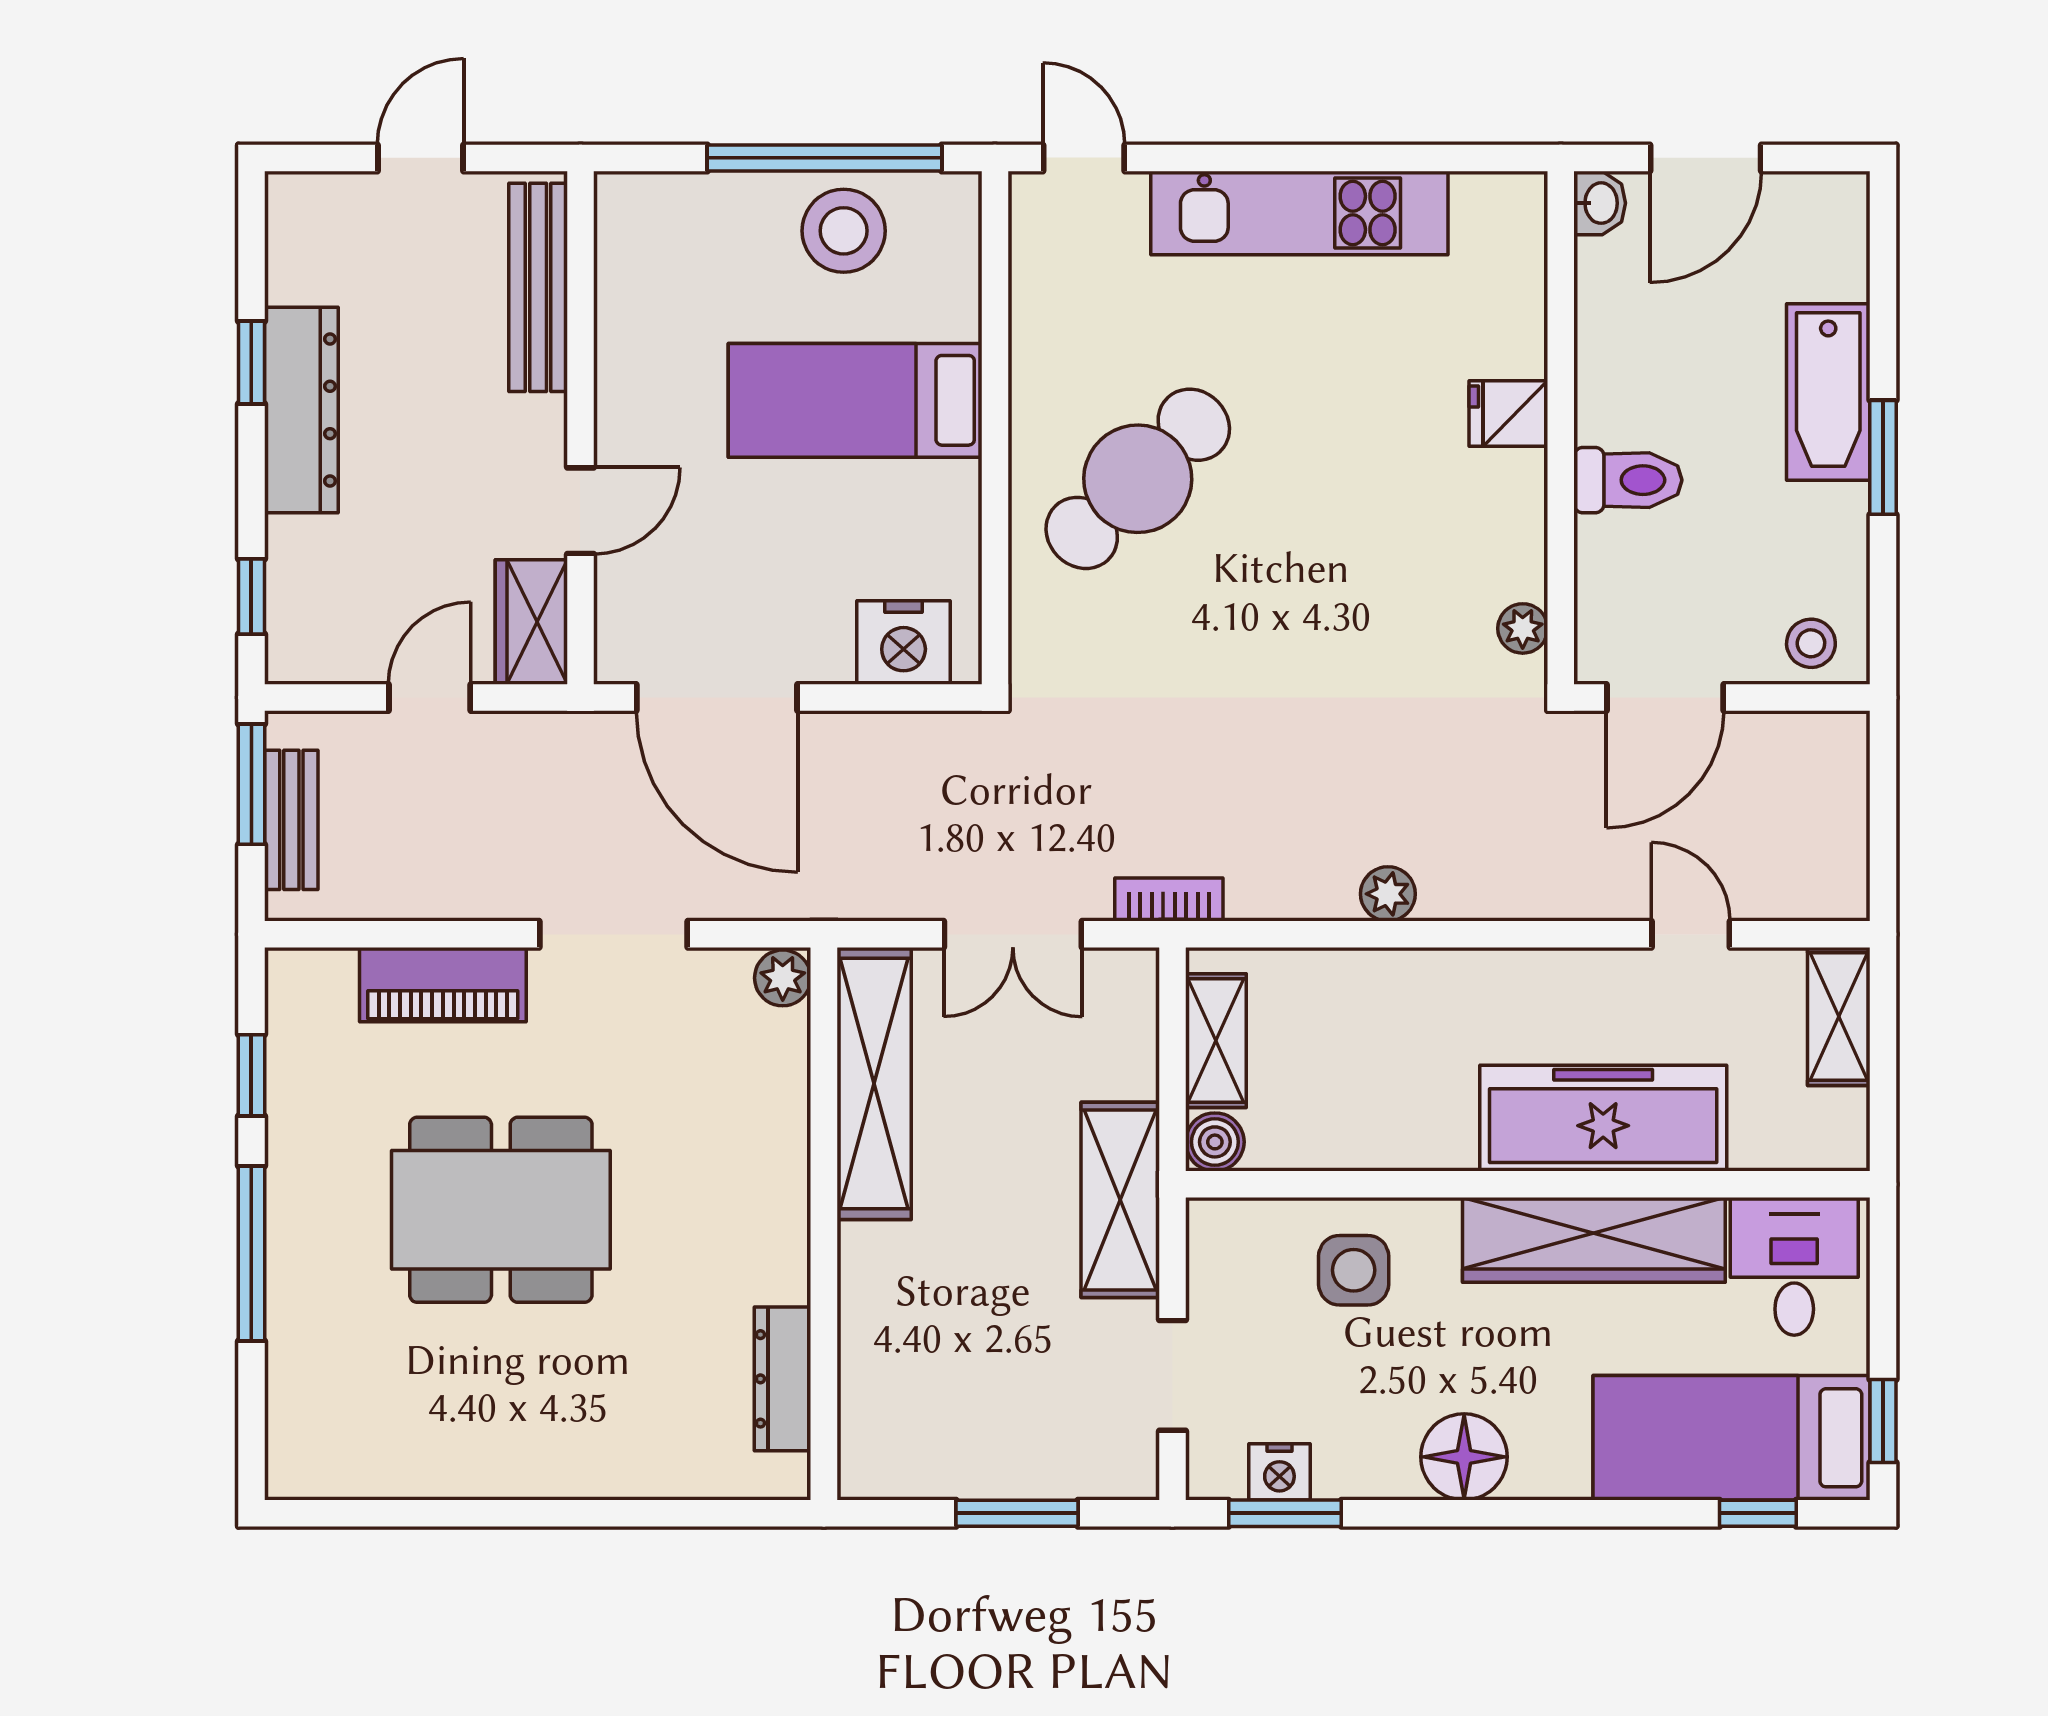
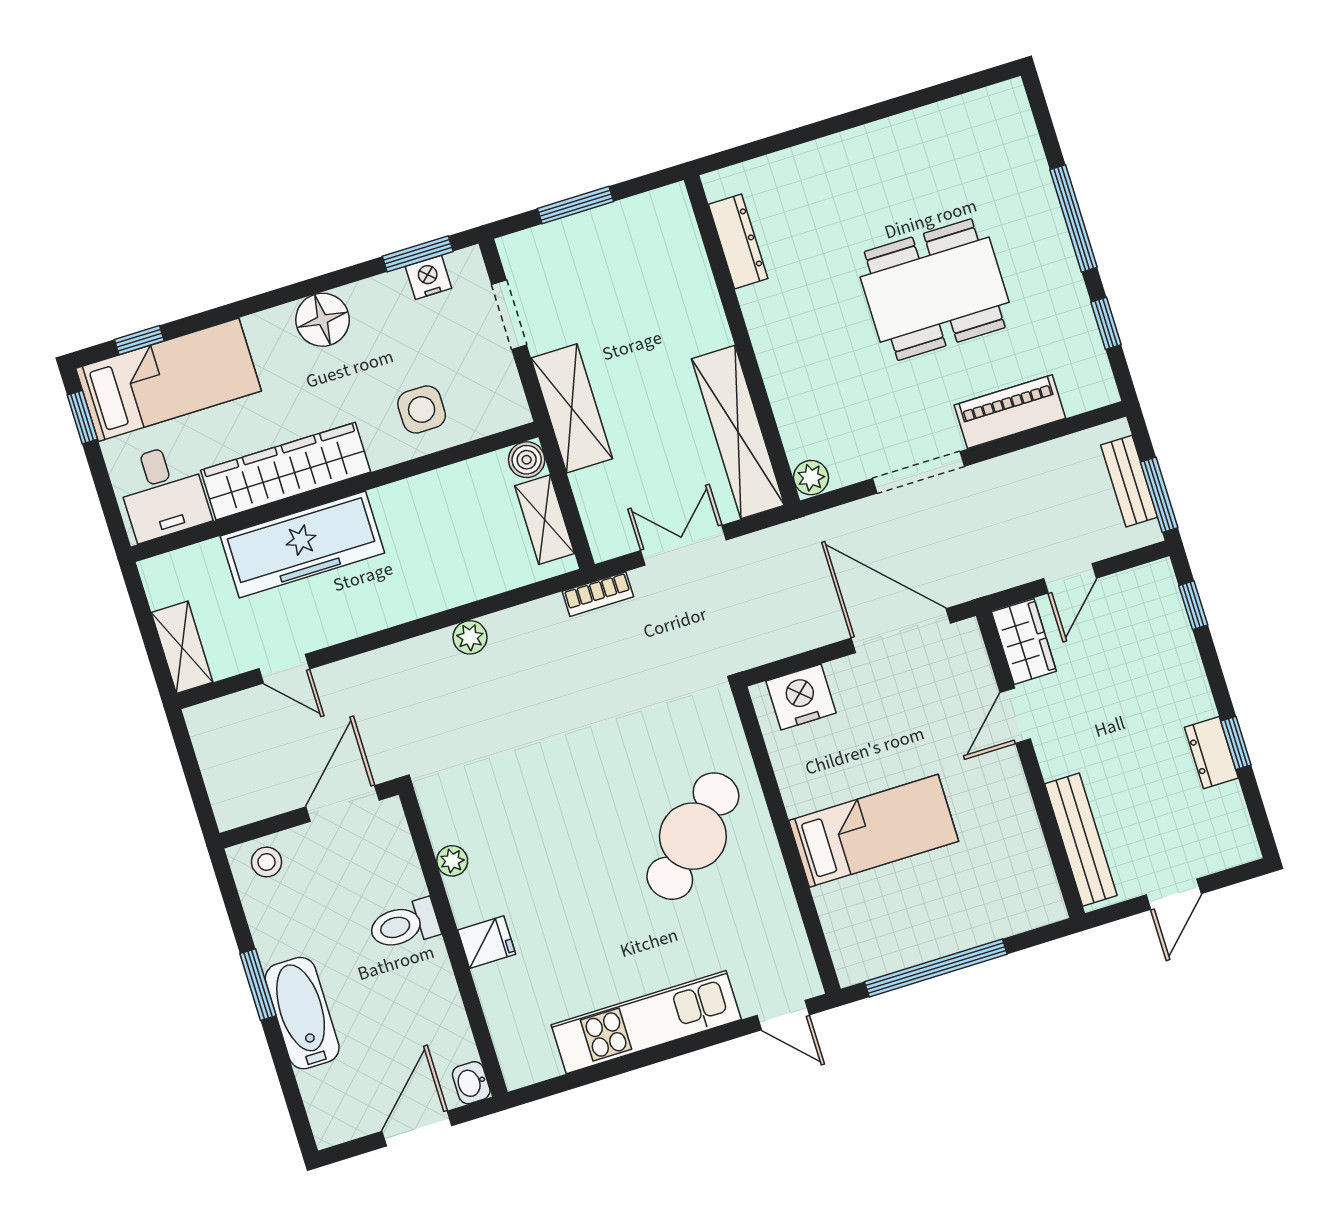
stool: (844, 231) -> (911, 929), removed
dresser: (301, 410) -> (1211, 753), width x0.51, depth x0.80
plant: (1523, 628) -> (452, 861), moved

